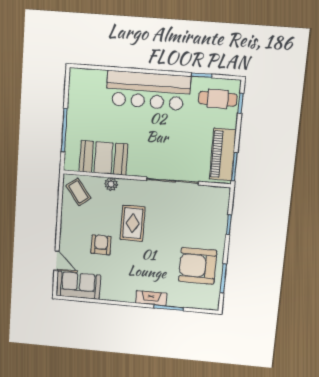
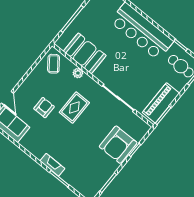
armchair: (198, 266) -> (118, 145), moved, turned -90

